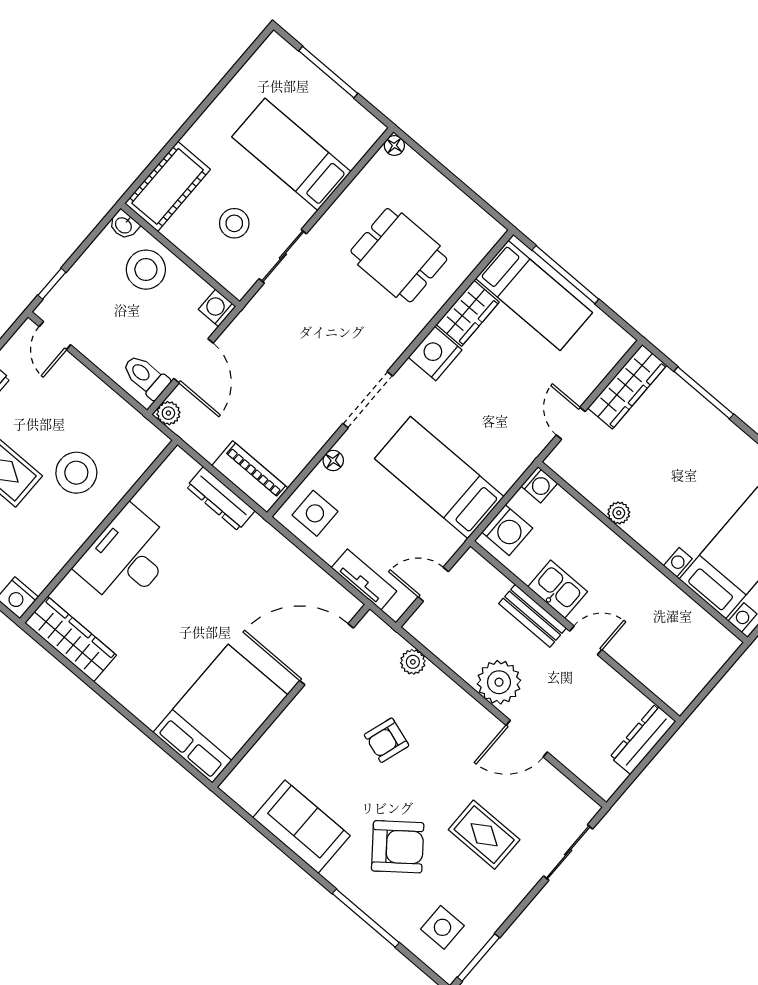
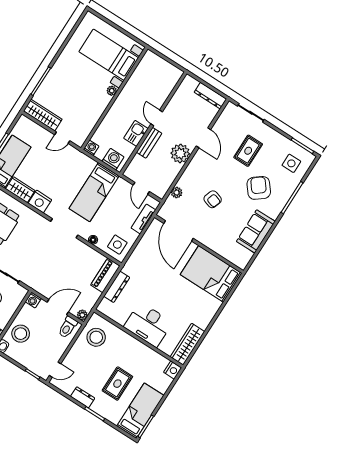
stool: (76, 473) -> (96, 337), moved
plant: (619, 513) -> (112, 91), moved
dresser: (643, 739) -> (210, 96), moved

